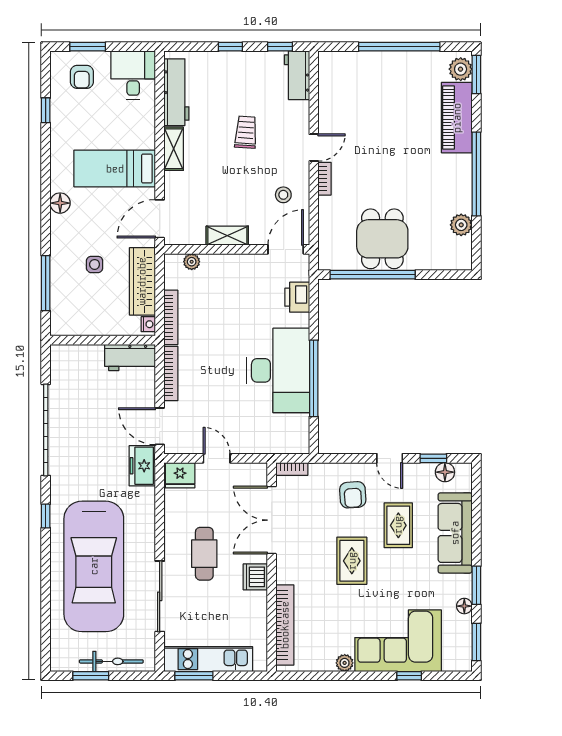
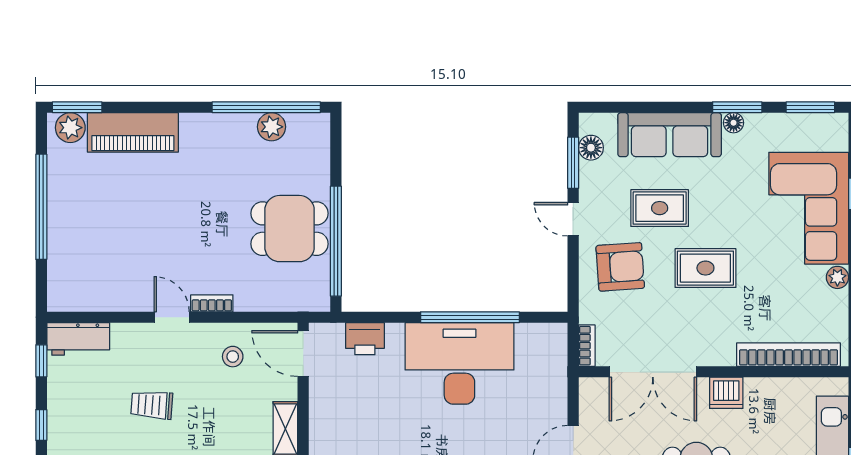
window: (476, 174) -> (266, 107), moved
door: (390, 458) -> (573, 219), swing flipped
window: (433, 458) -> (573, 163), width x1.50
armchair: (353, 495) -> (620, 267), width x1.38, depth x1.38
floor lamp: (464, 606) -> (734, 123), moved

